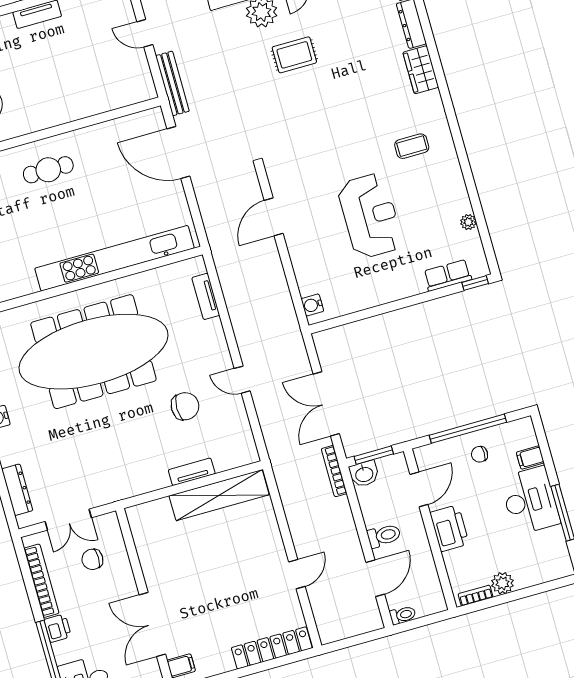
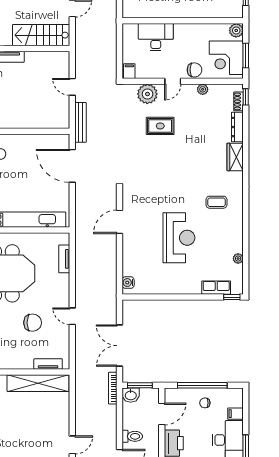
tv unit: (192, 472) -> (48, 364), moved

